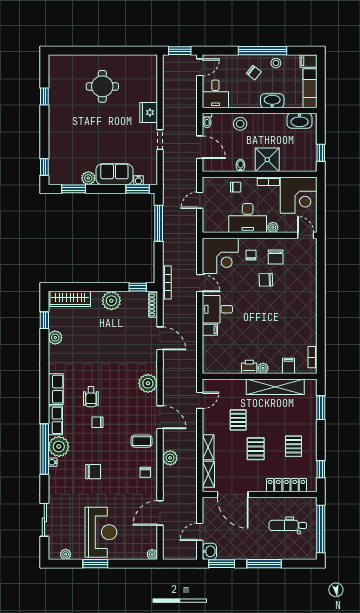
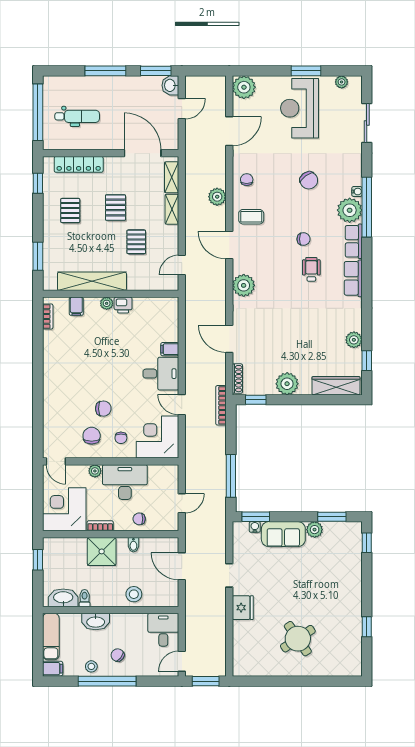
round table: (102, 86) -> (298, 639), turned -34
toilet: (207, 120) -> (85, 598), moved
chair: (93, 472) -> (309, 180), turned -126
plant: (152, 554) -> (244, 87), width x1.88, depth x1.88

